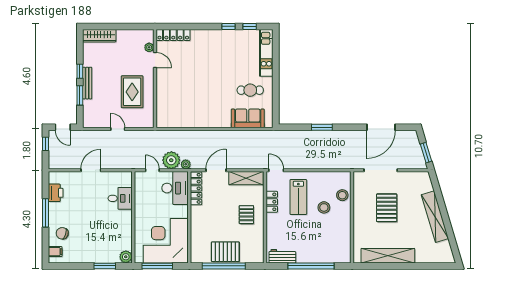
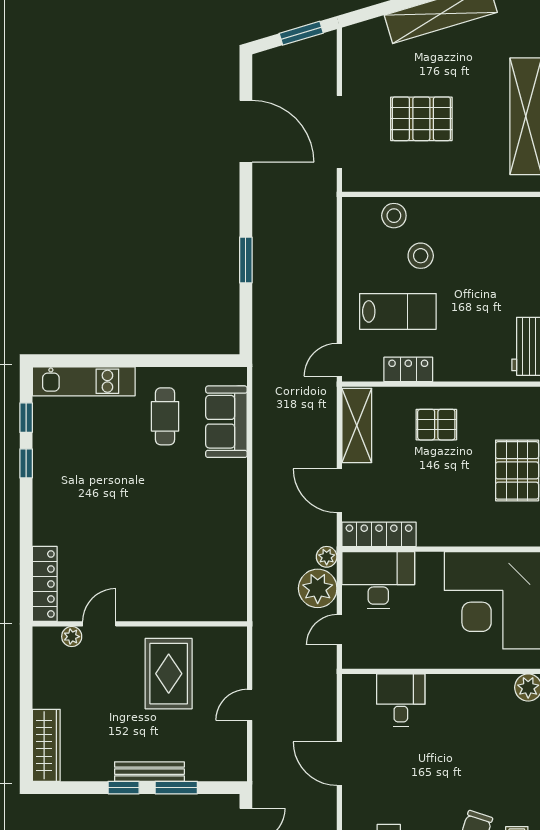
rug: (132, 92) -> (169, 674), turned 90

